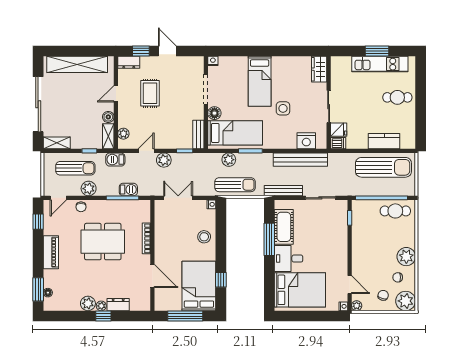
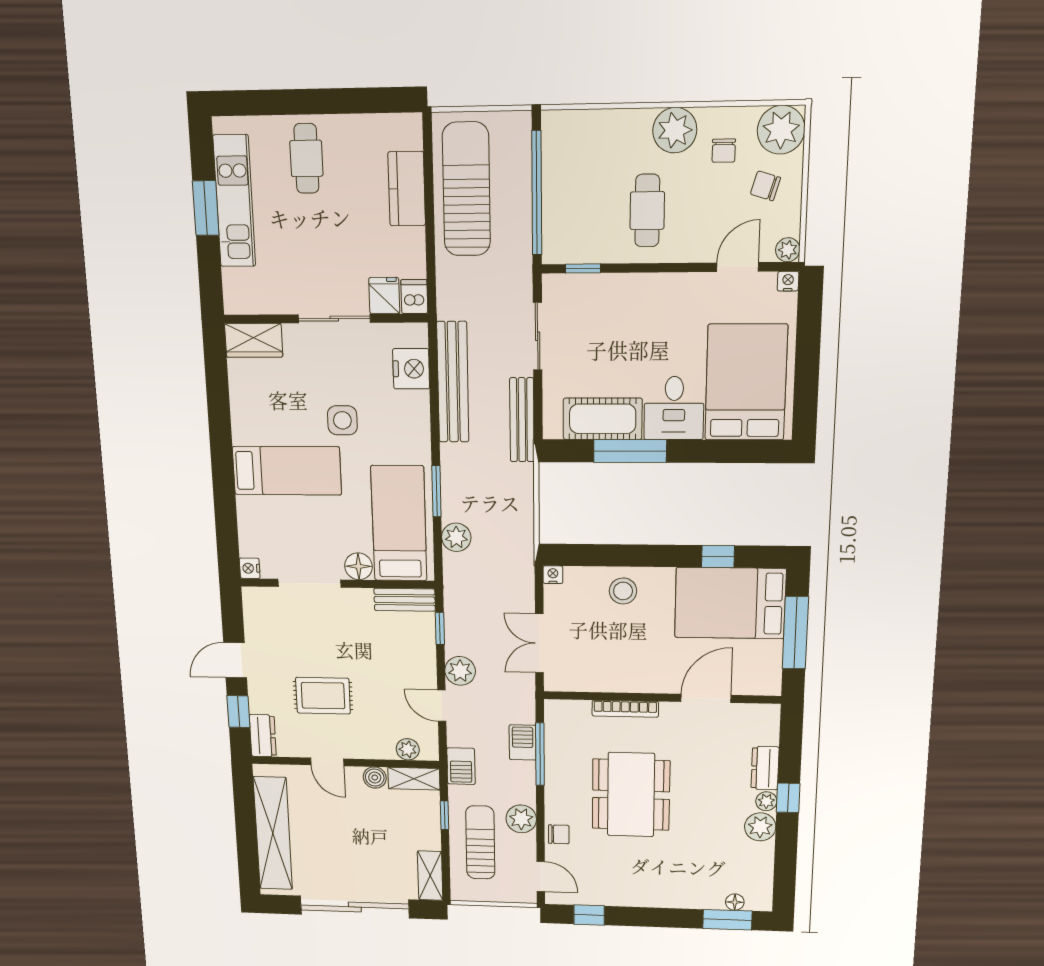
sun lounger: (235, 185) -> (510, 525), removed
cafe table: (395, 211) -> (647, 211), moved
piano: (51, 252) -> (652, 894), removed

